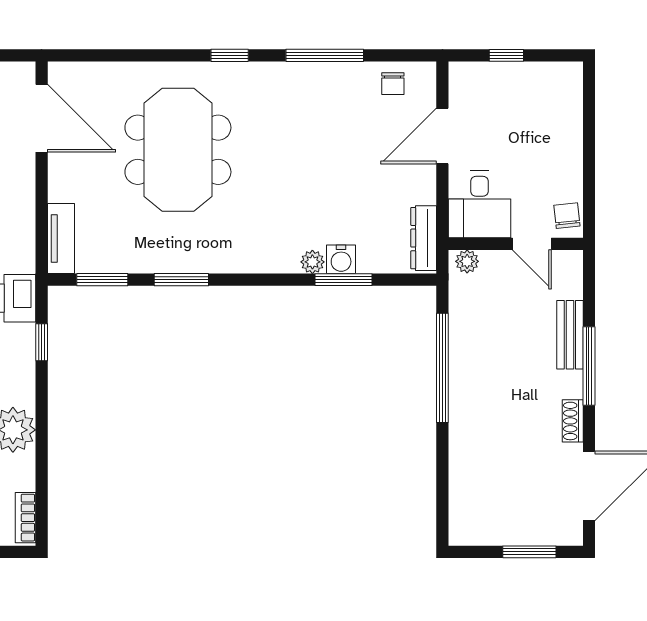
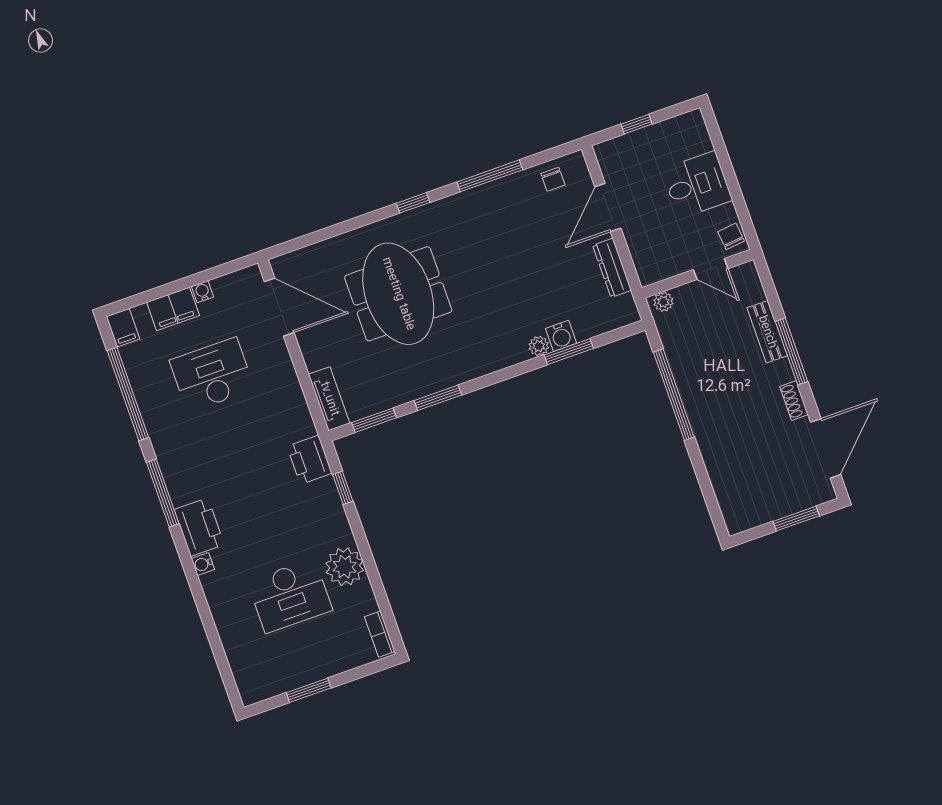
desk: (479, 204) -> (697, 185), moved, turned -90
dresser: (424, 238) -> (612, 268), moved

